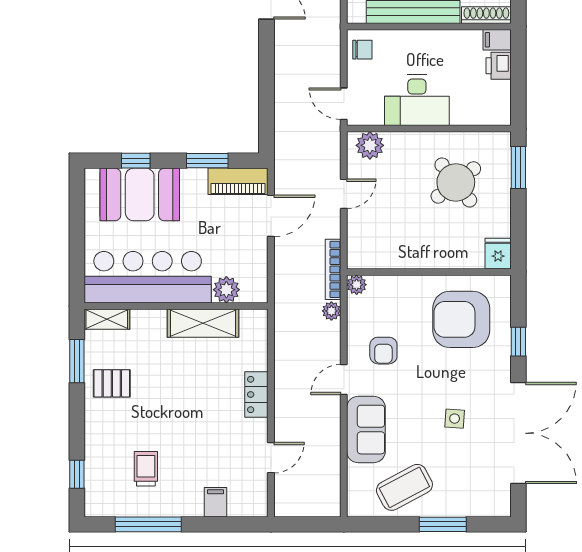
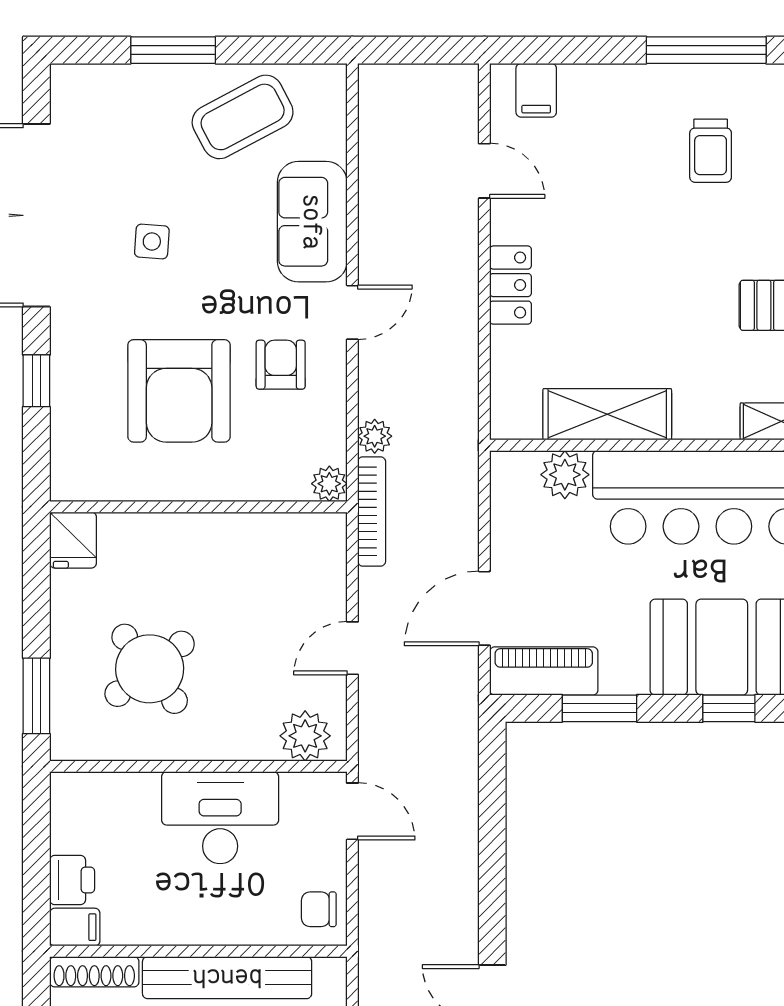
armchair: (461, 319) -> (179, 391), moved, turned 90
door: (271, 458) -> (484, 171), swing flipped
filing cabinet: (216, 502) -> (536, 90), moved

